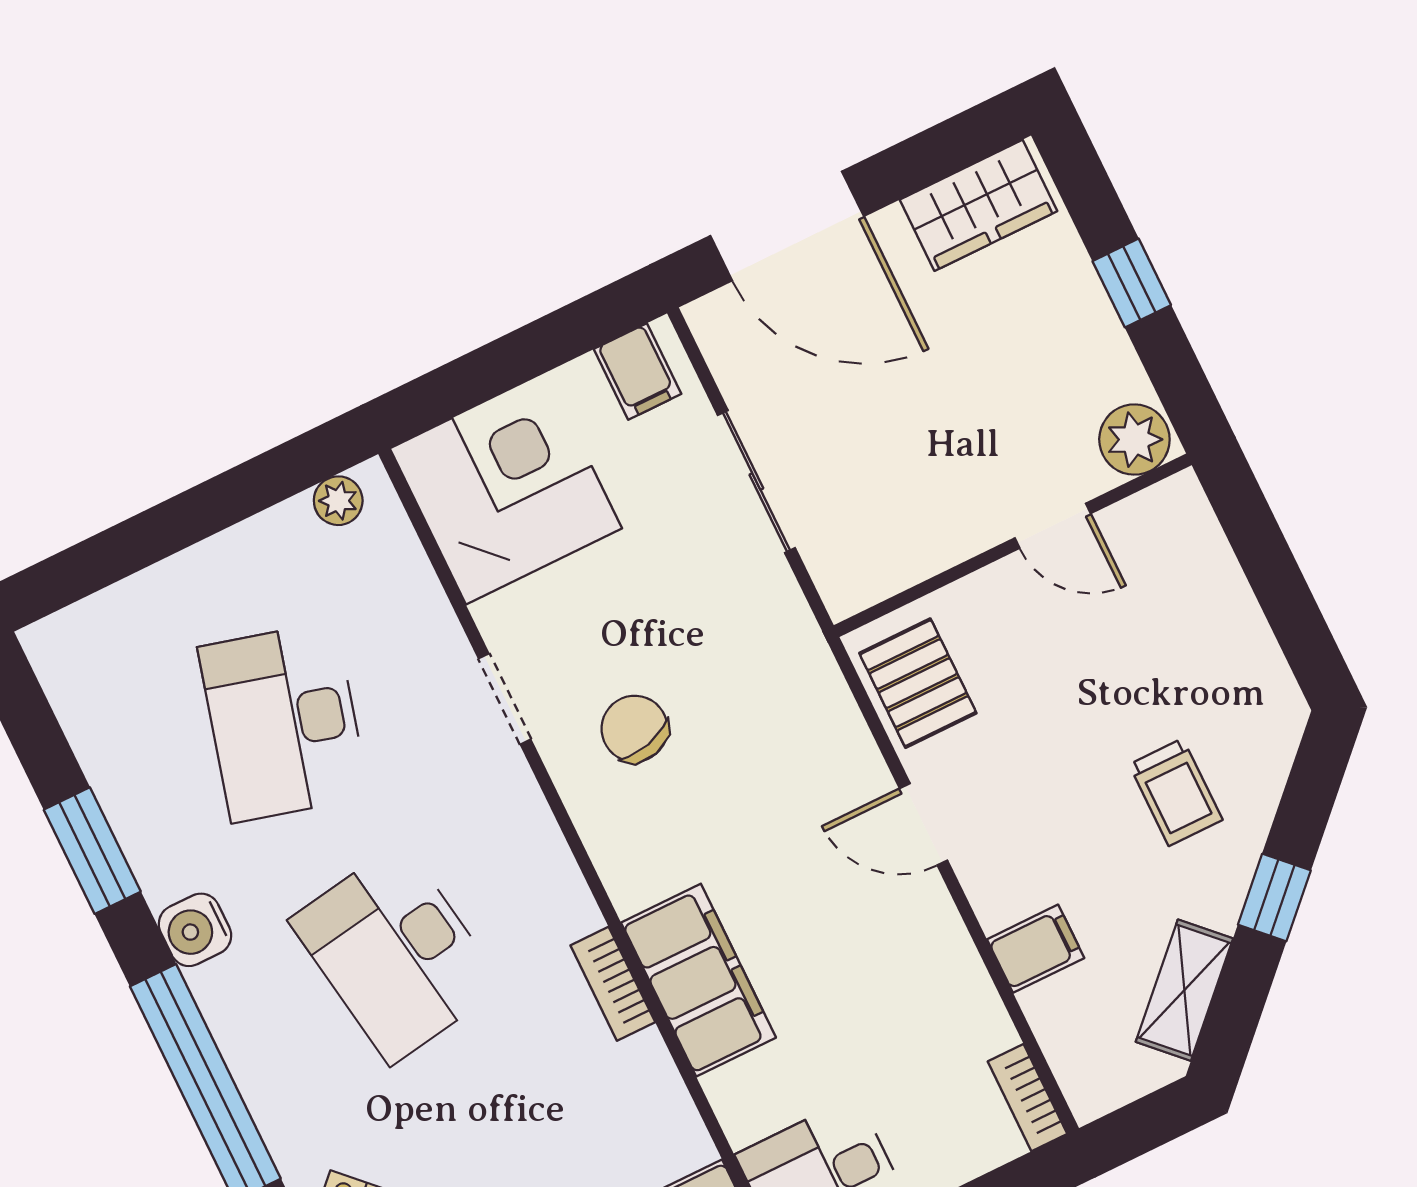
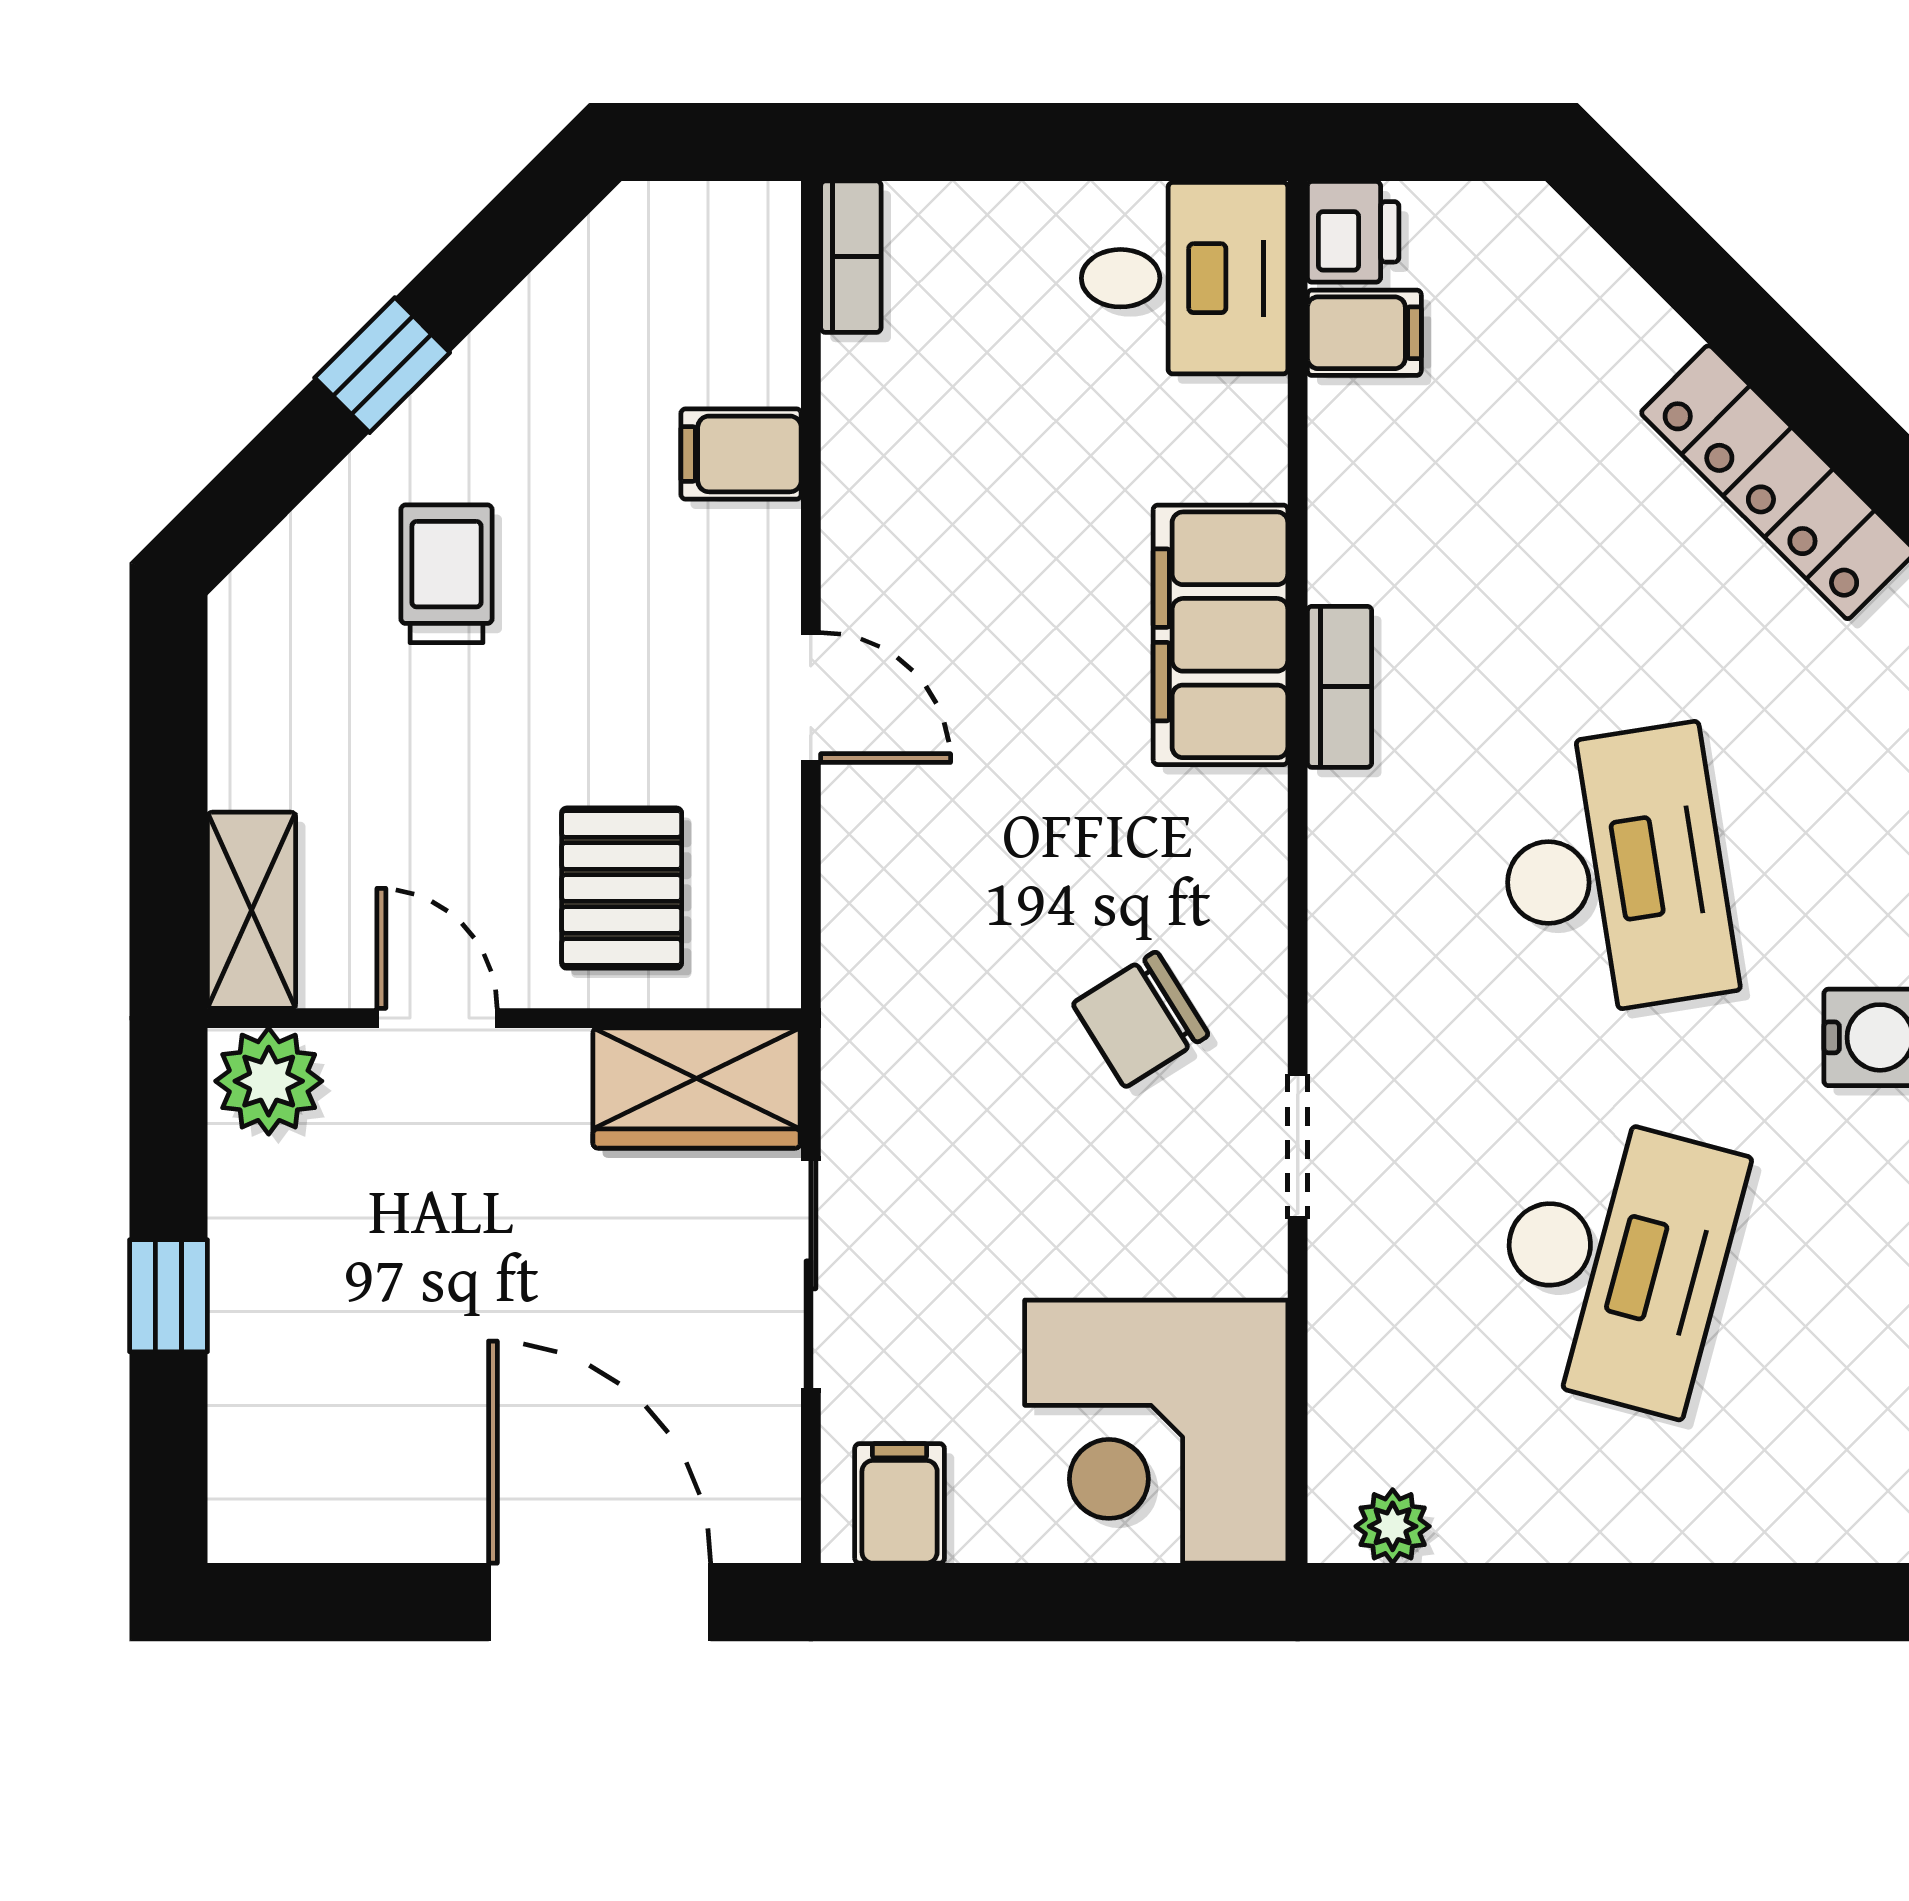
wardrobe: (979, 205) -> (697, 1088), moved, turned 180
pallet: (918, 683) -> (622, 888), moved
chair: (635, 729) -> (1141, 1019), turned 73
shelving: (1184, 990) -> (252, 910), moved, turned -45

